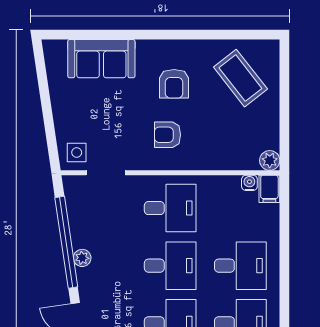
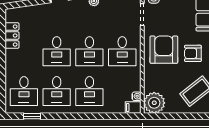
armchair: (167, 135) -> (164, 50), width x1.88, depth x1.88
plant: (270, 160) -> (154, 103), width x1.87, depth x1.87

